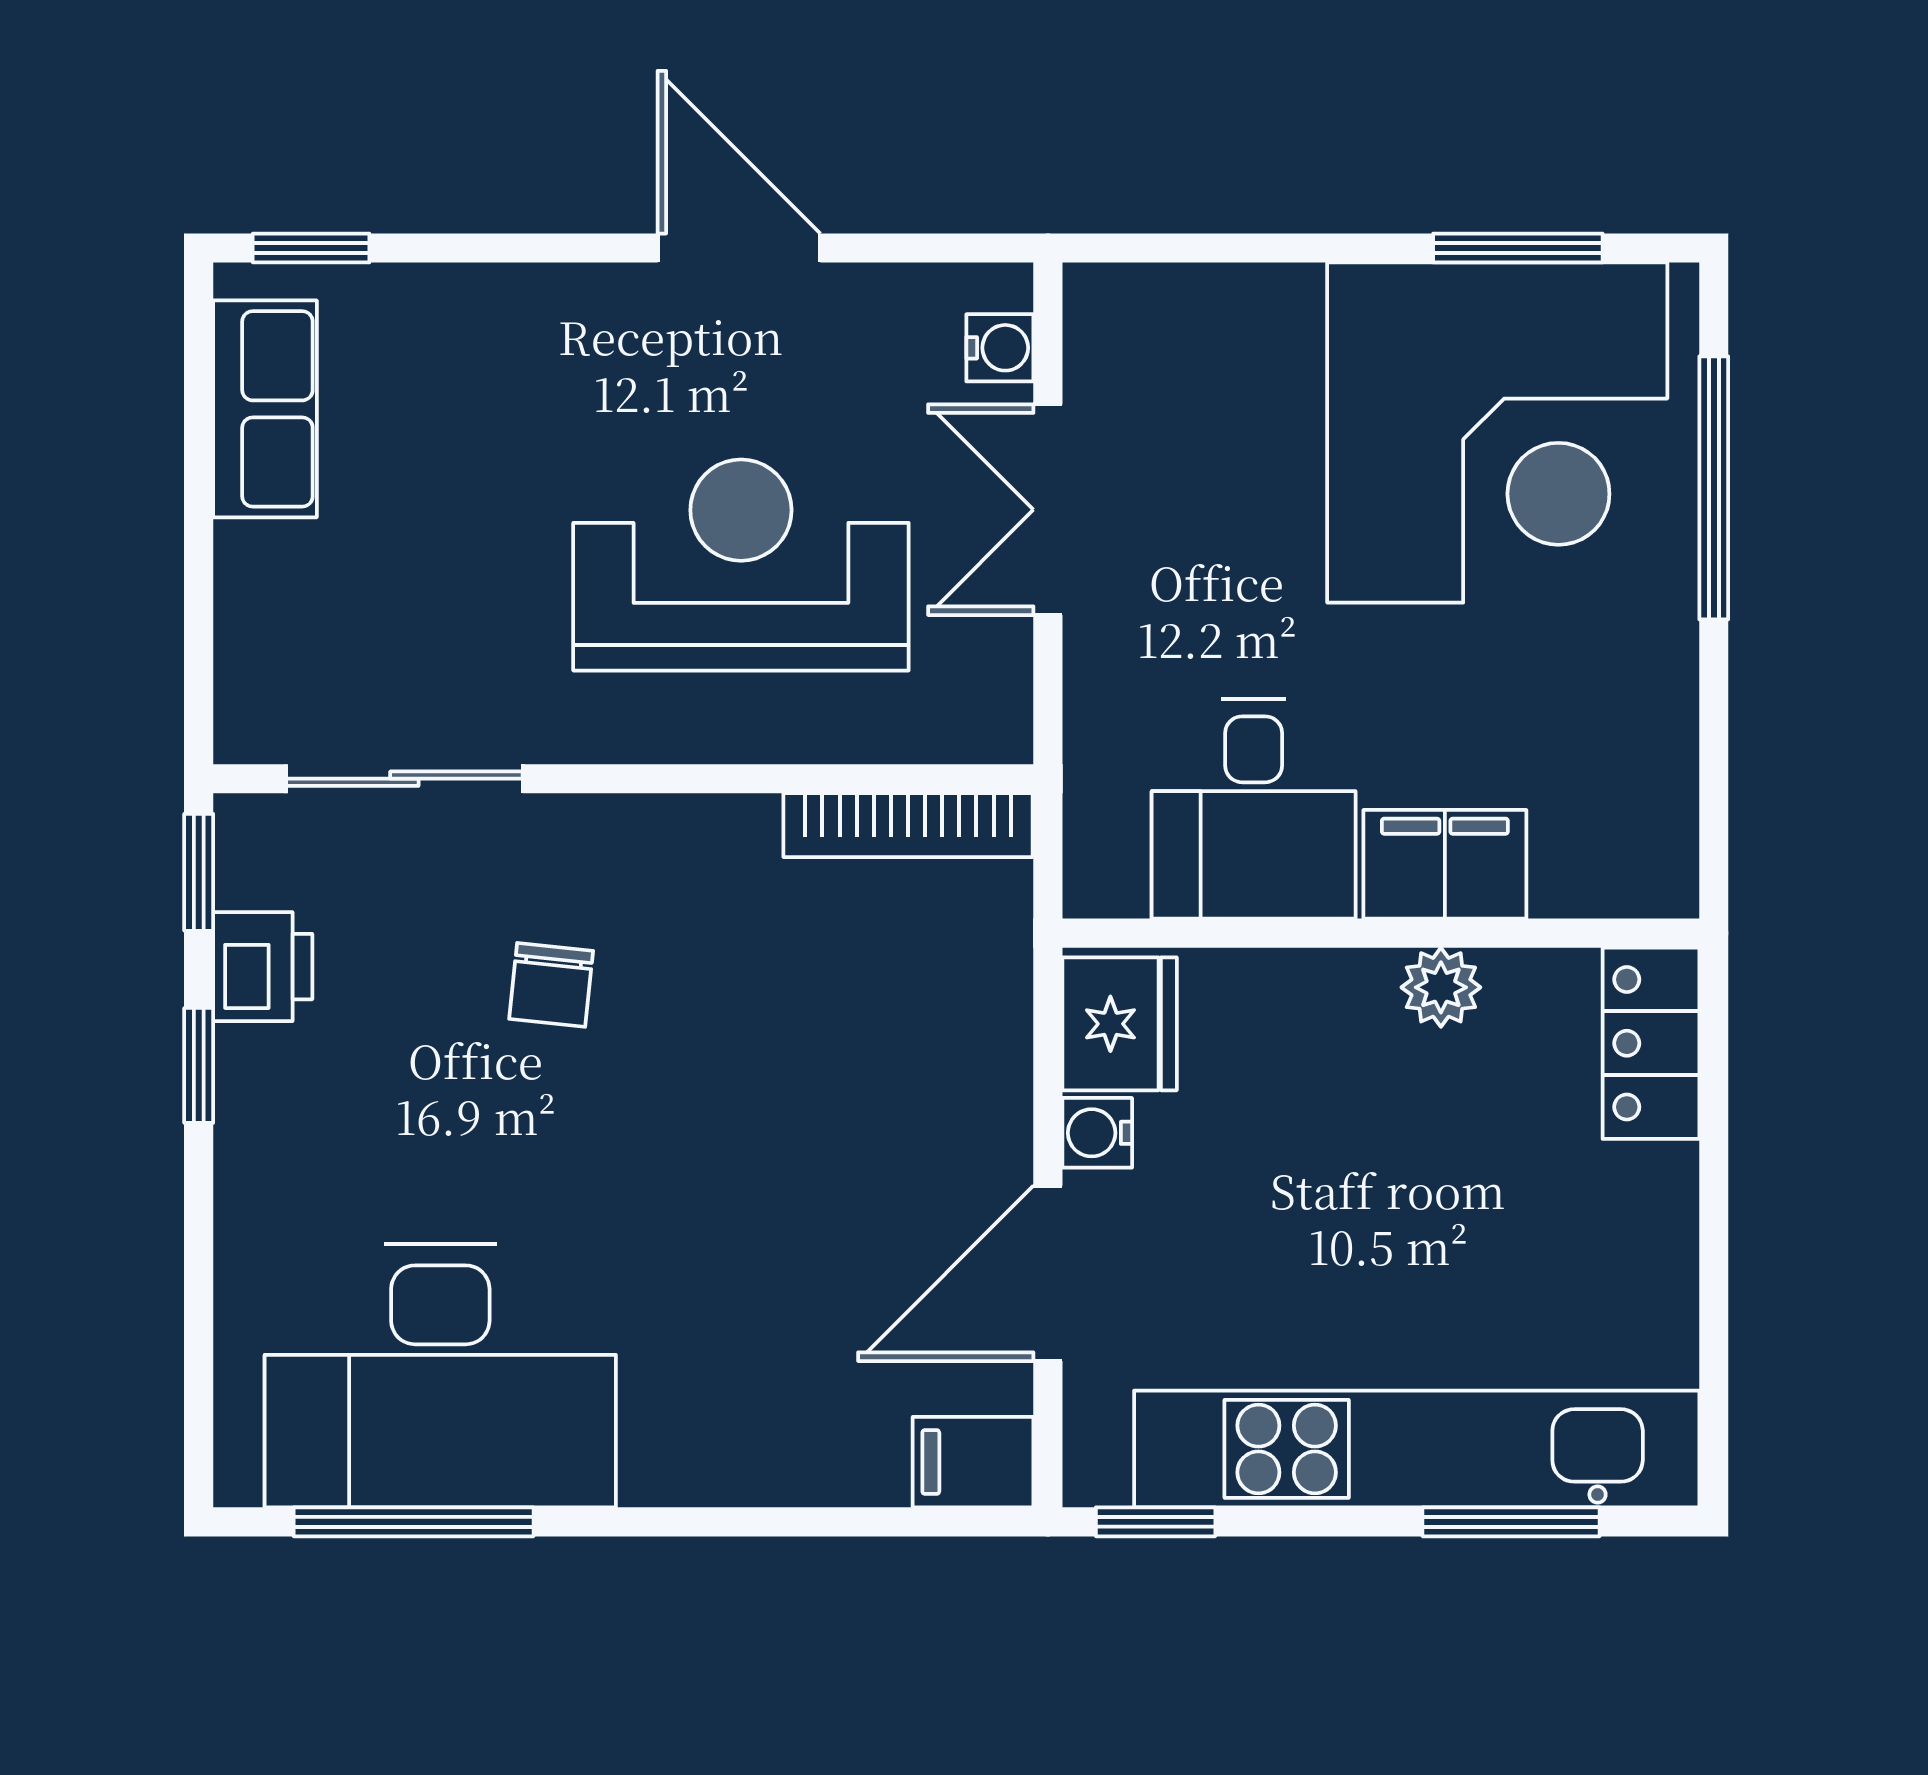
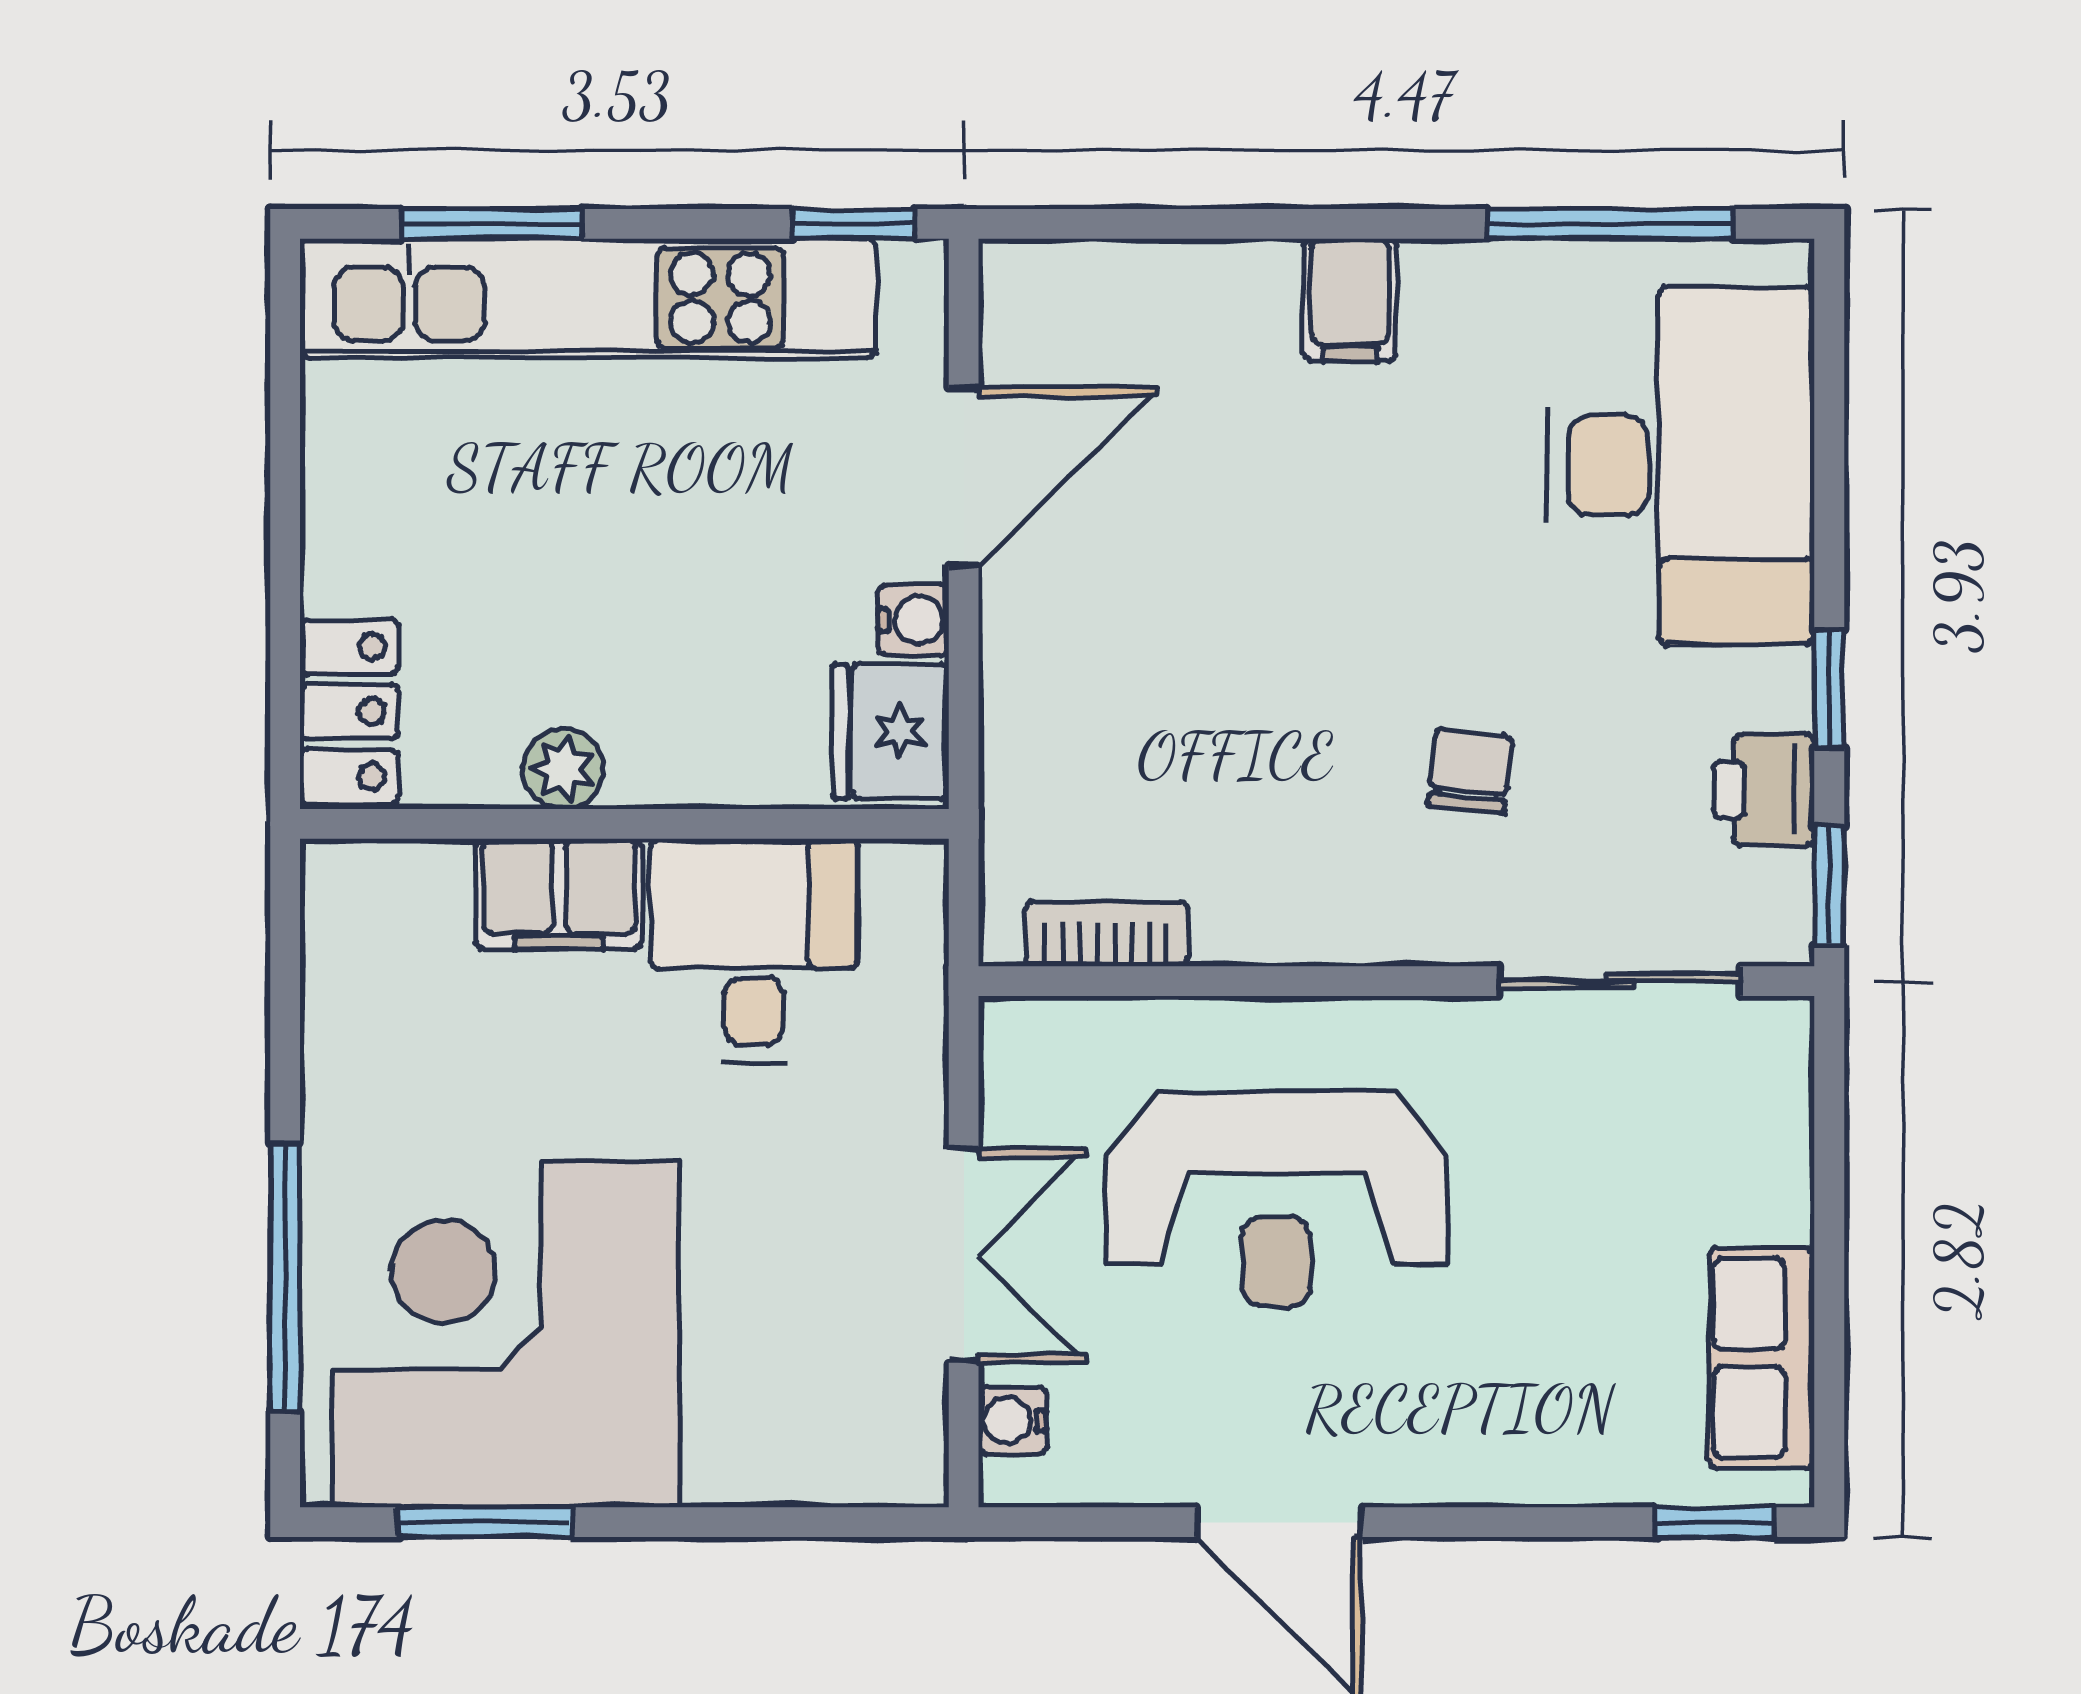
bookcase: (908, 825) -> (1106, 934), width x0.64
desk: (440, 1376) -> (1680, 465), moved, turned 90
filing cabinet: (973, 1462) -> (1350, 300), moved, turned 90

